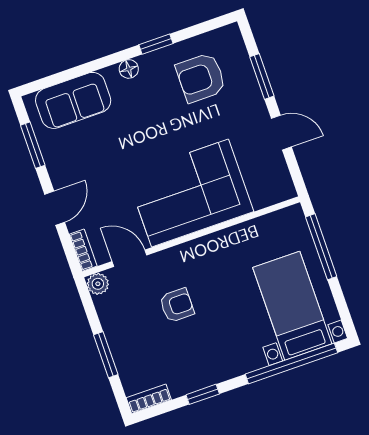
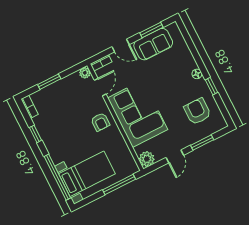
sofa: (73, 100) -> (153, 44), moved, turned -90
plant: (279, 187) -> (147, 159), added
armchair: (177, 305) -> (100, 122), moved

